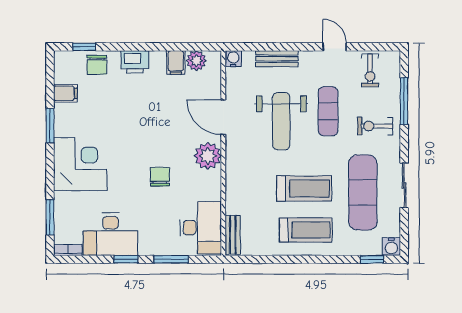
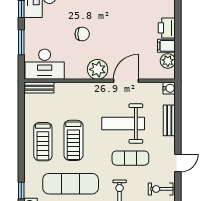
printer: (135, 62) -> (167, 28), moved

